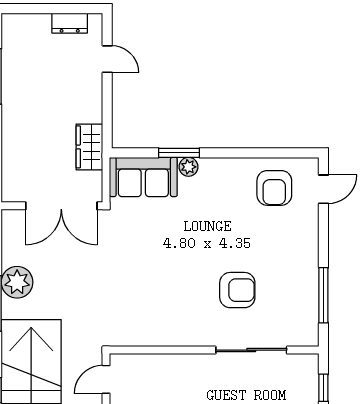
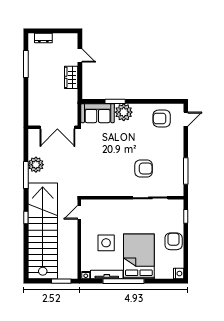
dresser: (70, 23) -> (43, 38), moved
wardrobe: (89, 147) -> (71, 77), moved
plant: (188, 167) -> (124, 112), width x1.87, depth x1.87
armchair: (274, 188) -> (162, 119), turned 90

